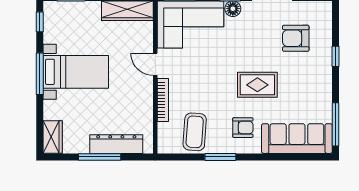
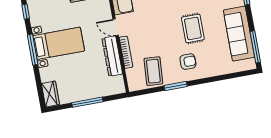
rug: (257, 85) -> (193, 28), turned 90
sofa: (297, 139) -> (239, 34), moved, turned -90
dresser: (116, 144) -> (112, 56), moved, turned -90

